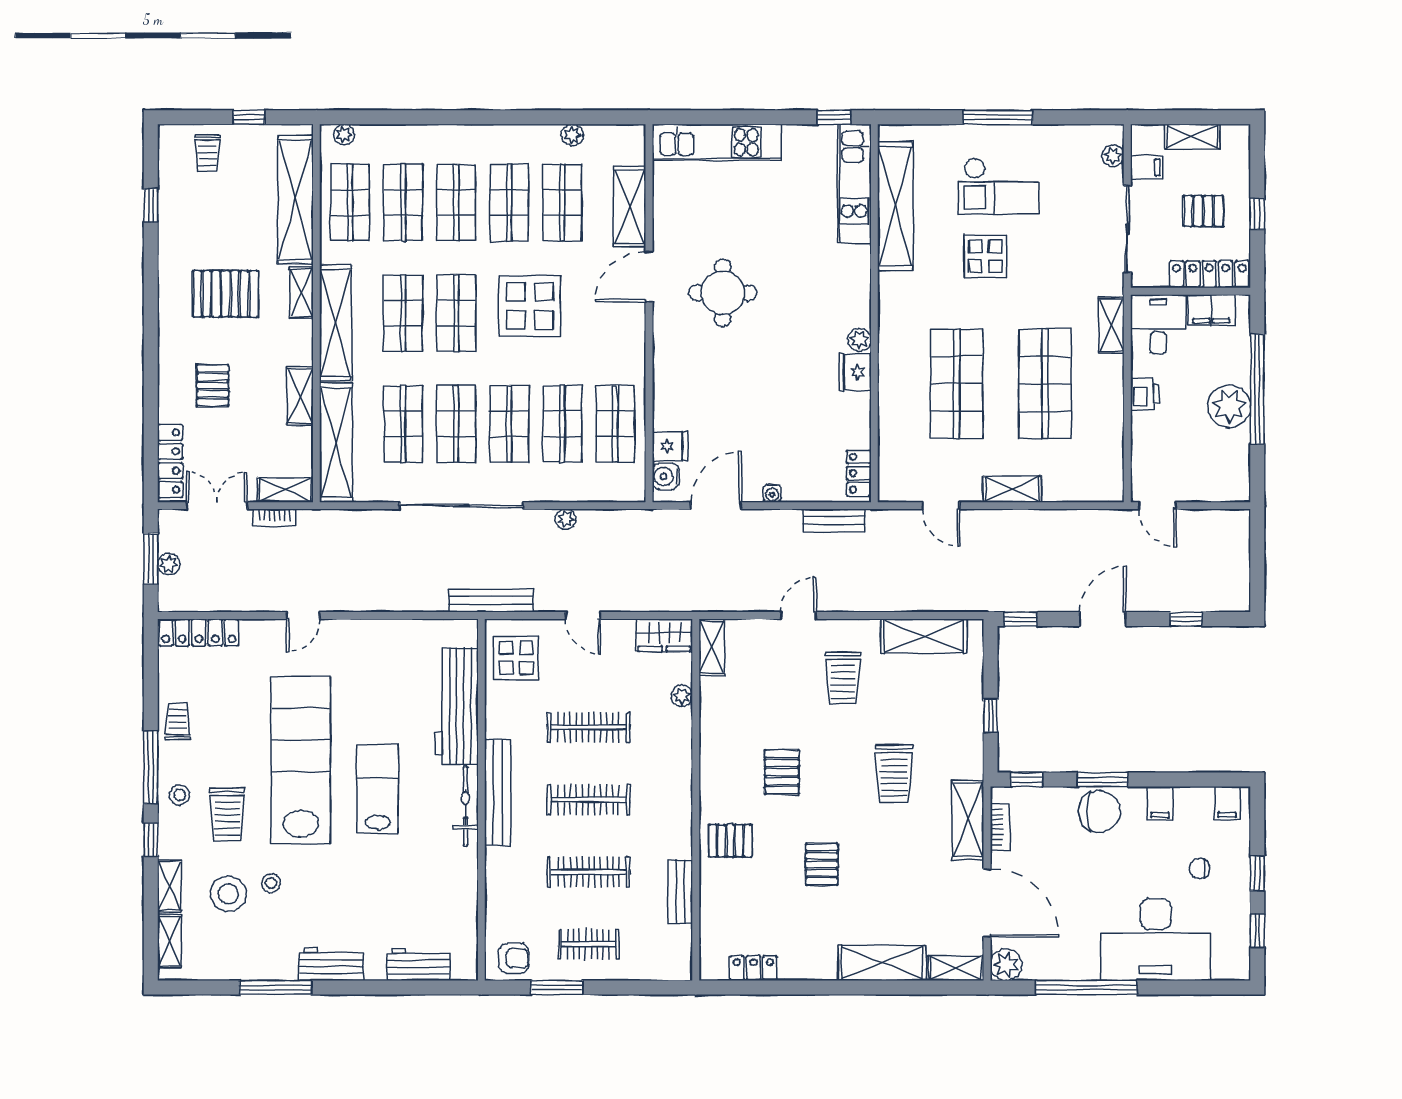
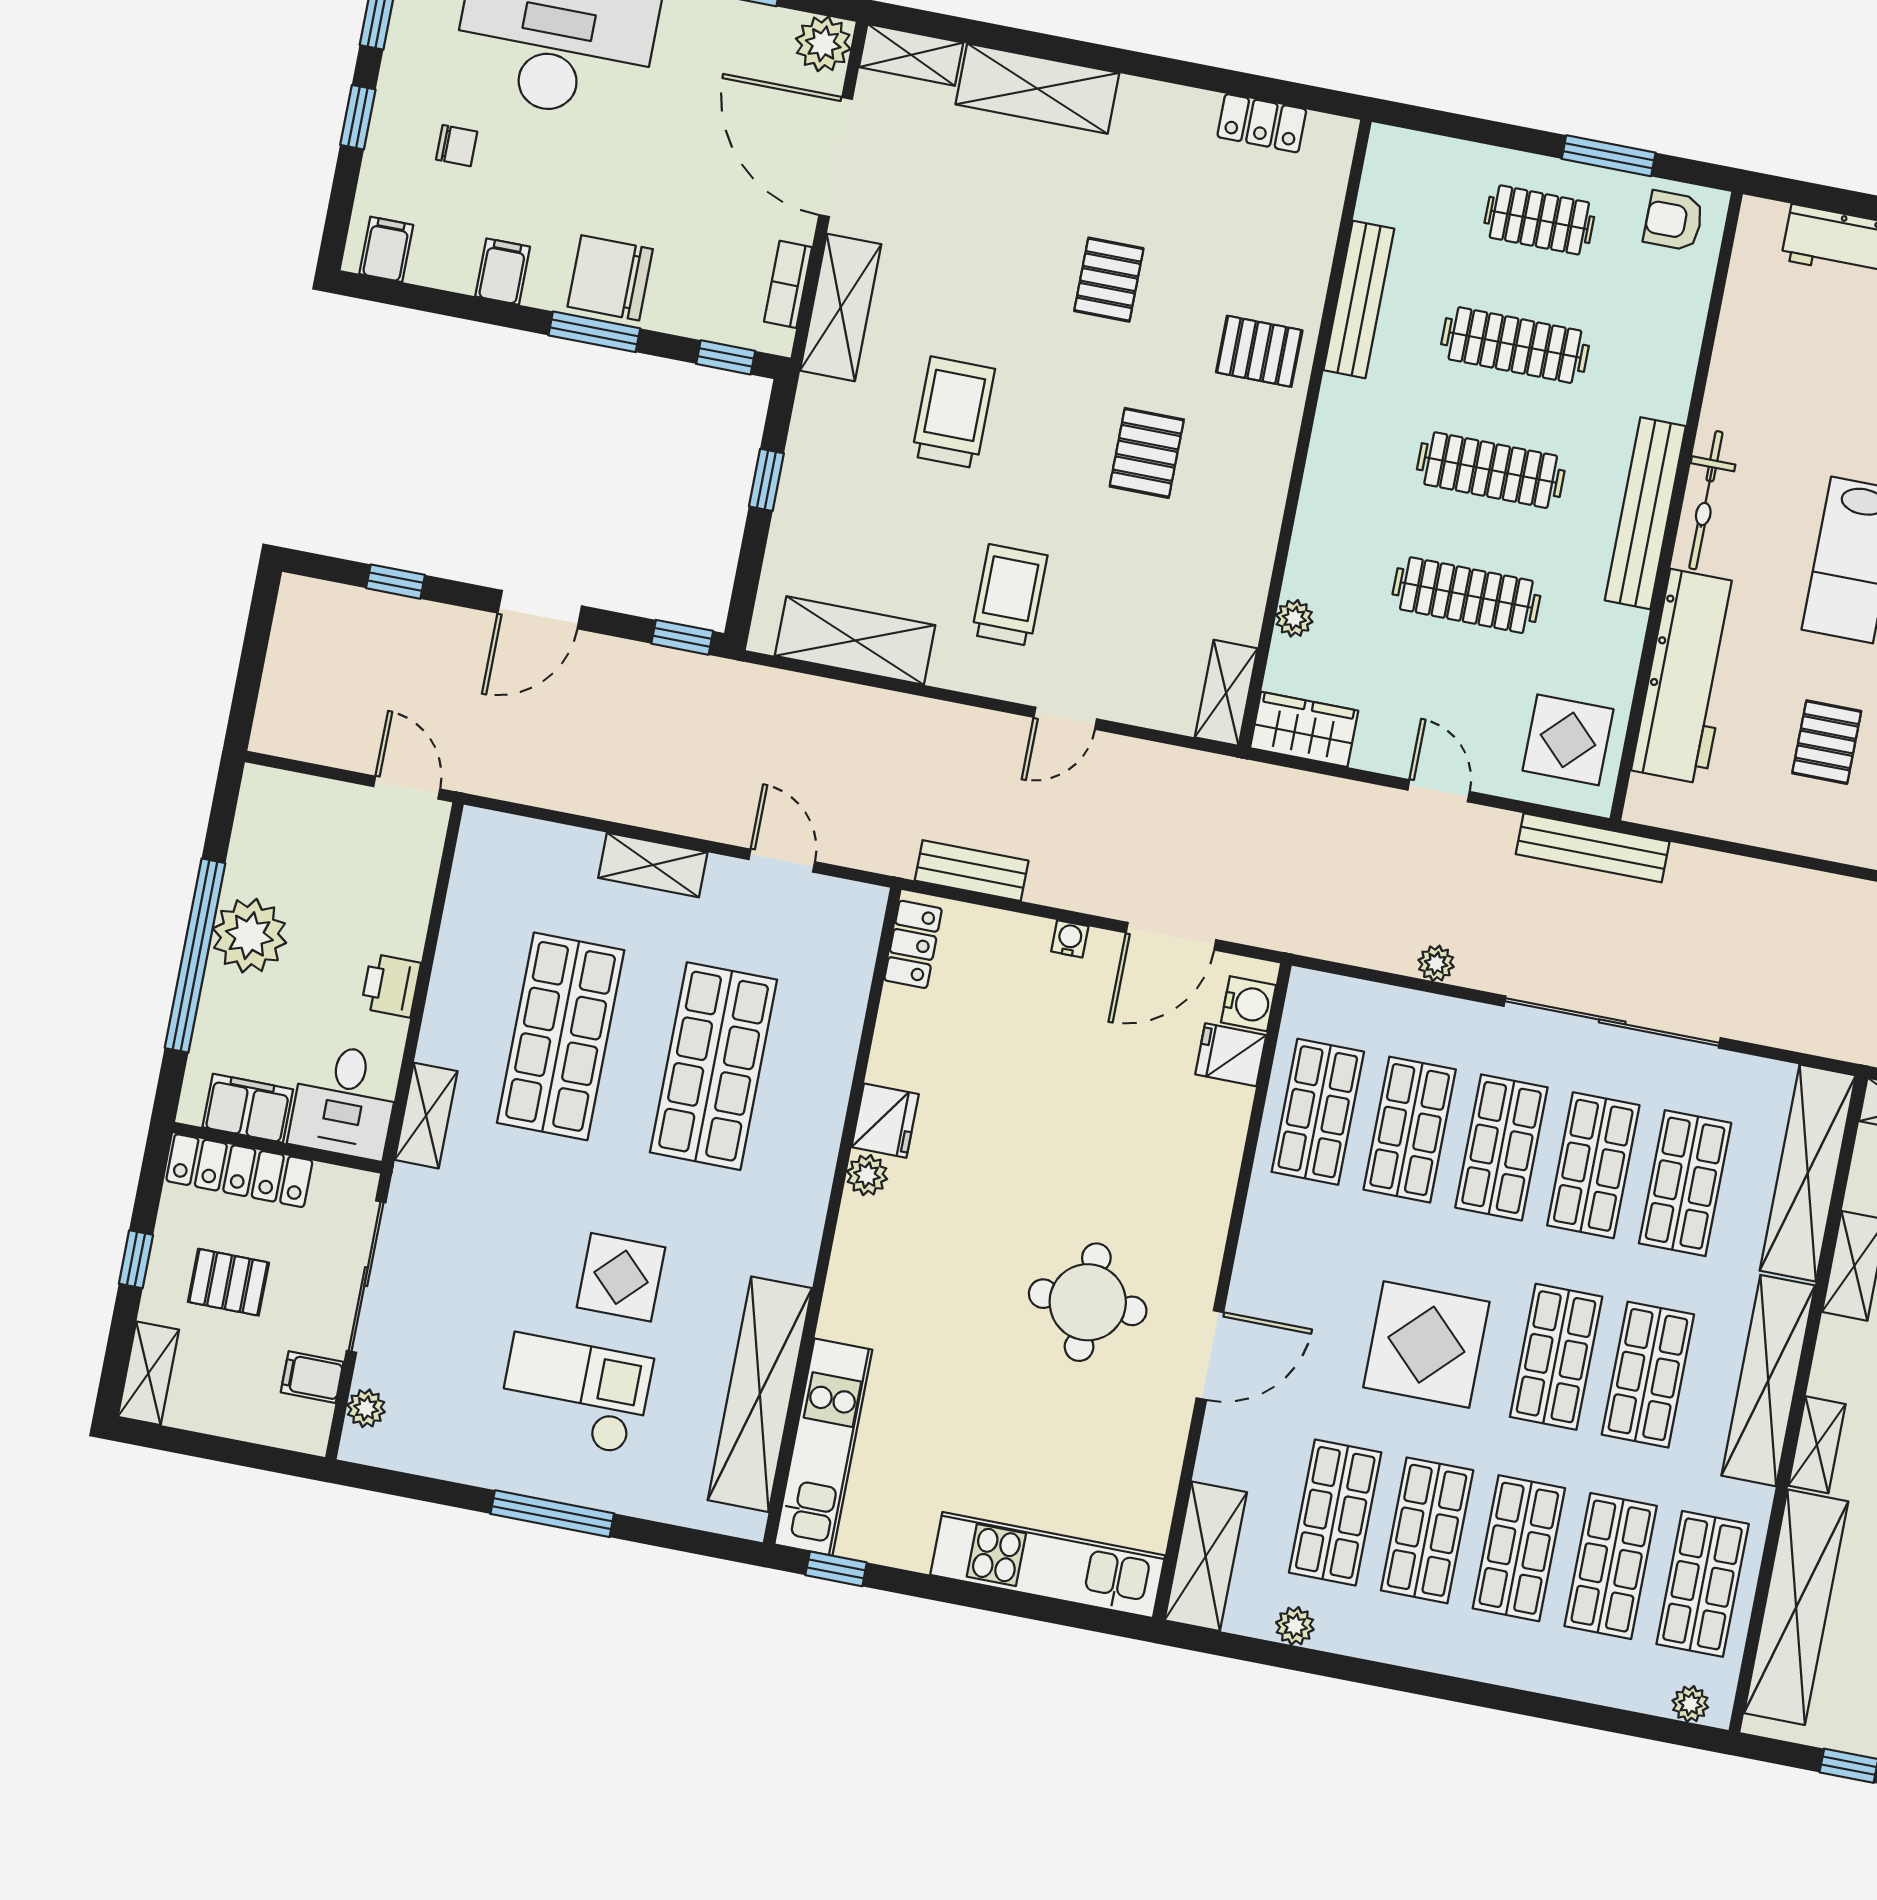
shelving: (1192, 137) -> (148, 1373), moved, turned 90
shelving: (630, 207) -> (1206, 1556), moved
pallet: (372, 685) -> (1827, 742), added
bench: (680, 892) -> (1359, 299), width x1.36

